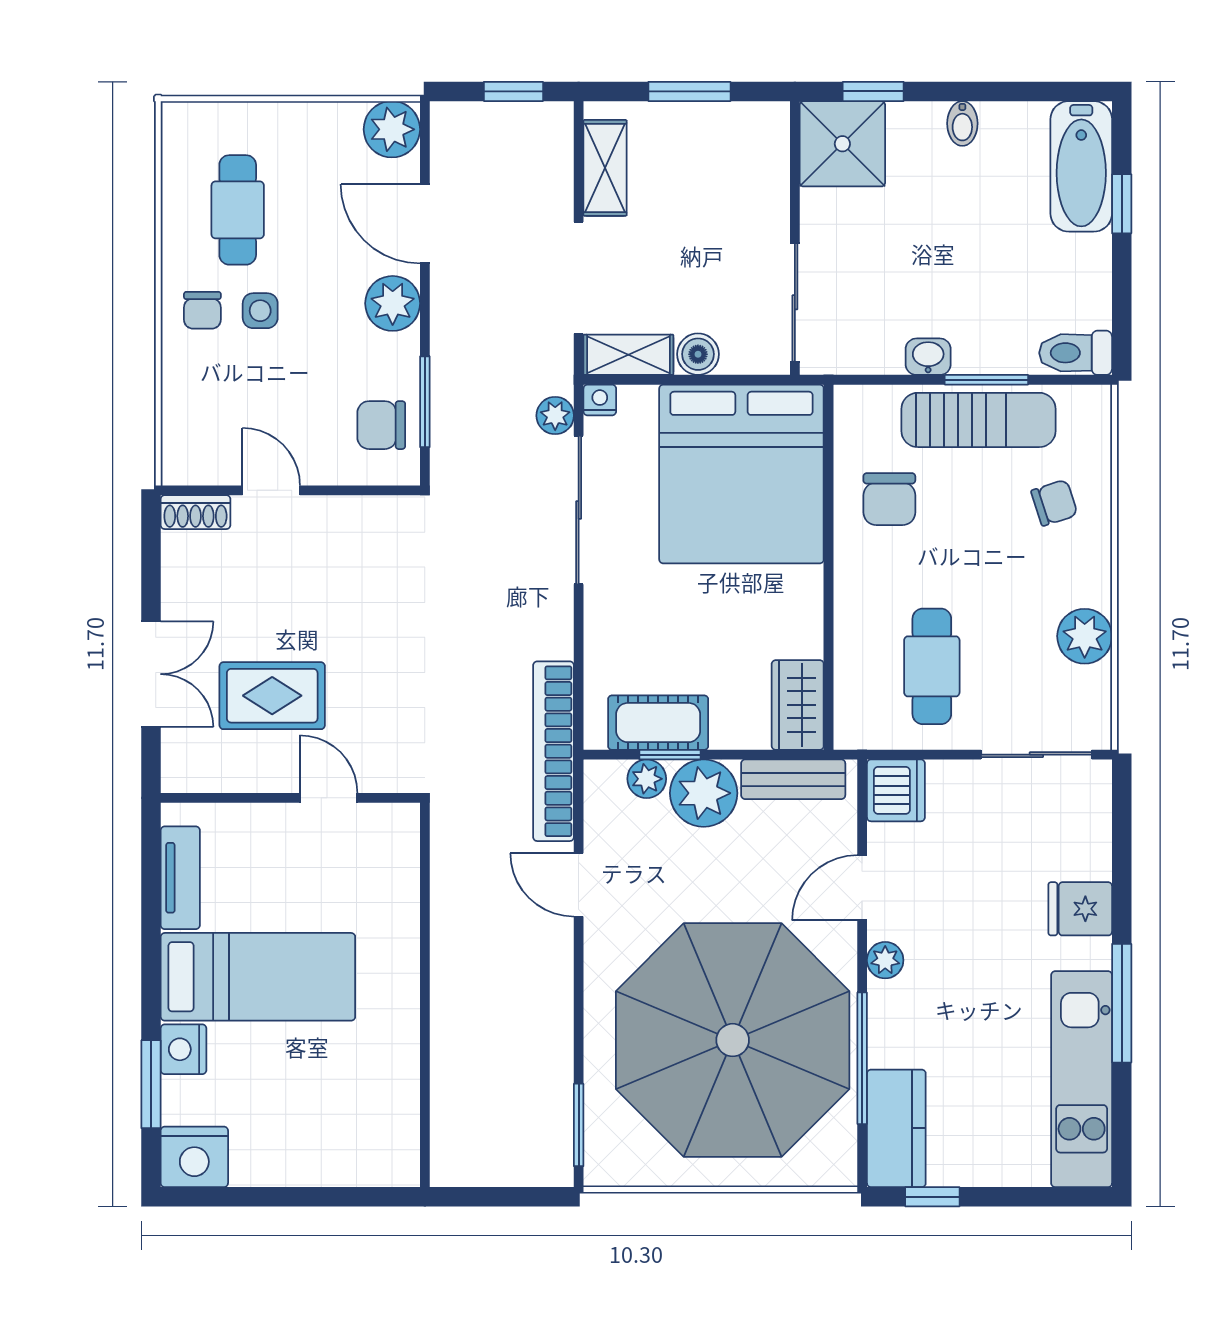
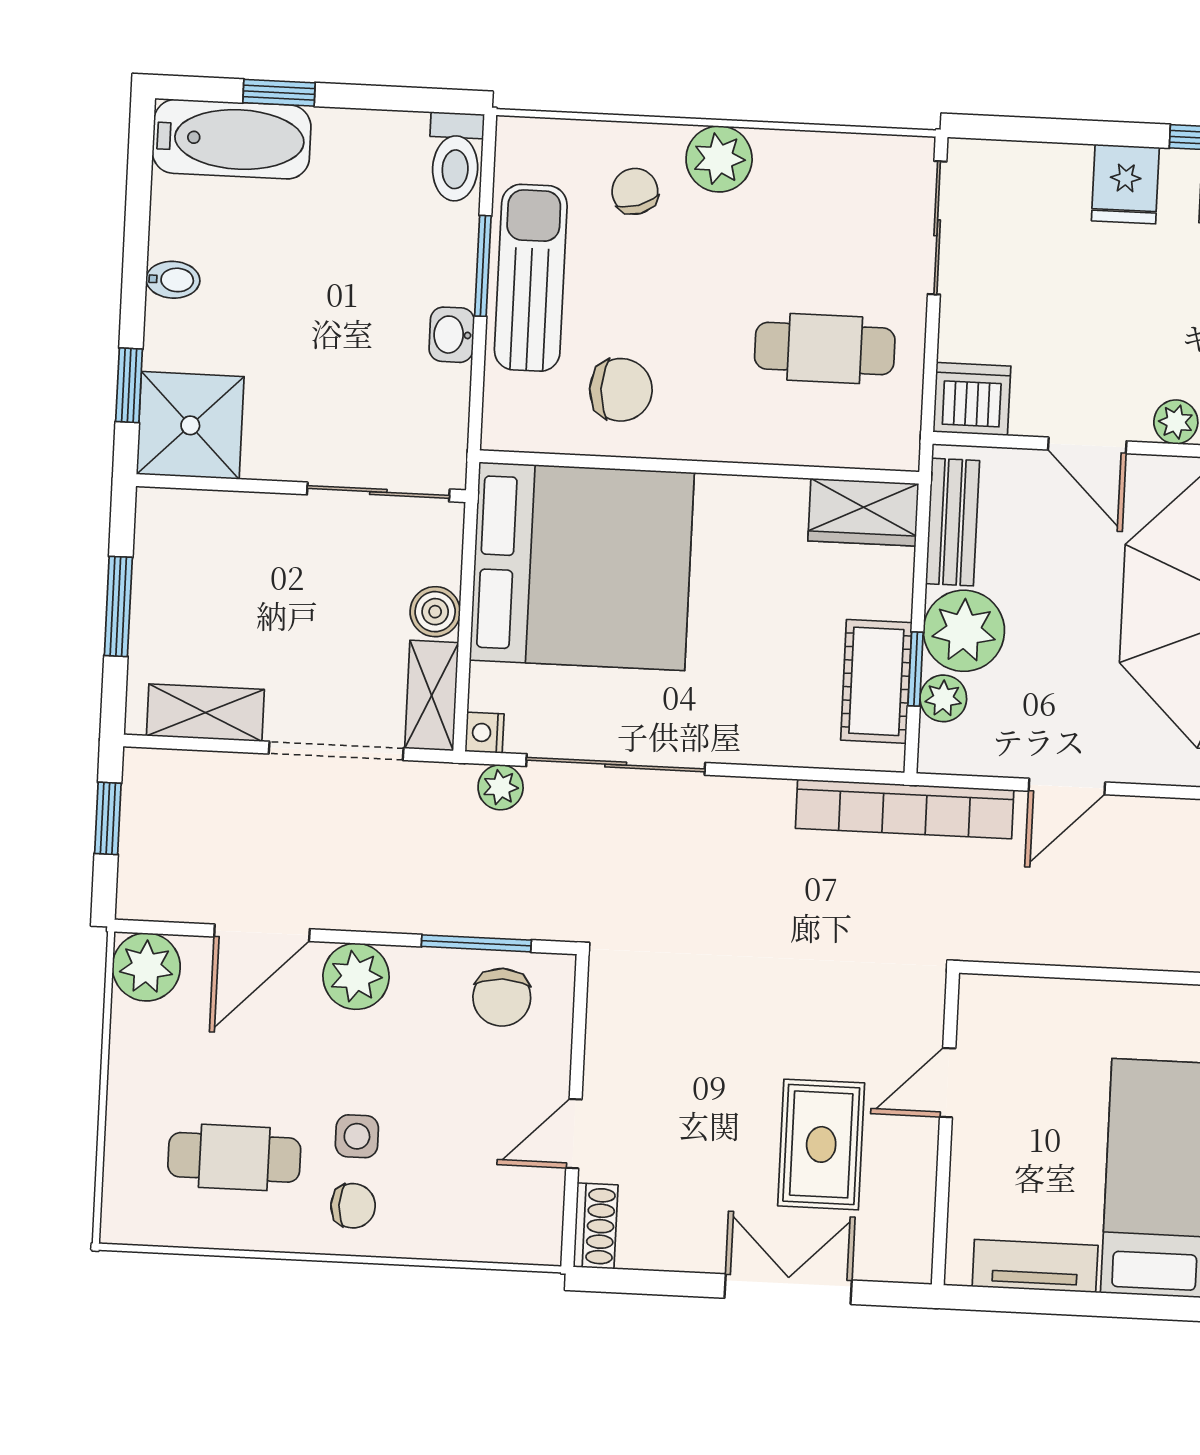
plant: (1085, 636) -> (719, 159), moved

